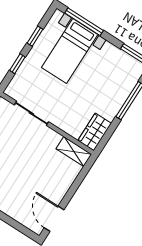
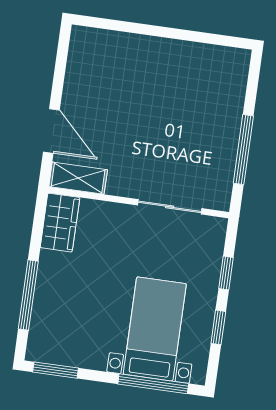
door: (54, 219) -> (51, 131), moved

